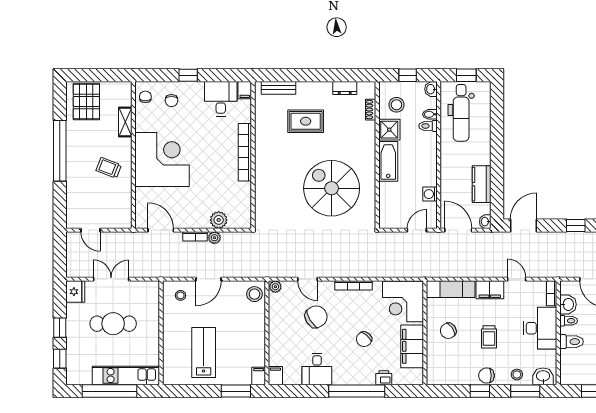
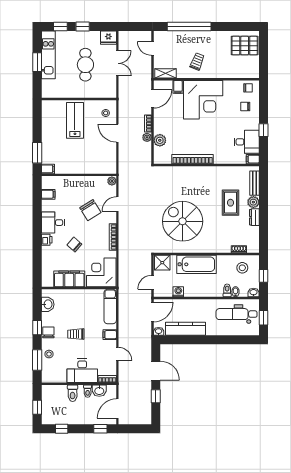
window: (188, 75) -> (264, 130), moved
dresser: (345, 88) -> (254, 217), moved
plant: (305, 89) -> (253, 202), added
shelving: (125, 122) -> (166, 73), moved
shower: (389, 130) -> (162, 263), moved
window: (60, 151) -> (189, 26), moved
bookcase: (245, 152) -> (193, 159), moved
bathtub: (388, 161) -> (196, 264), width x1.36, depth x1.36
kitchen counter: (482, 184) -> (185, 329), width x1.50
spiral stairs: (332, 188) -> (183, 221), turned -90
filing cabinet: (144, 195) -> (178, 87), added
door: (523, 225) -> (156, 371), moved
door: (90, 230) -> (153, 48), hinge flipped
door: (417, 230) -> (153, 282), swing flipped
door: (517, 279) -> (117, 354), hinge flipped
filing cabinet: (490, 290) -> (110, 335), width x0.50
stool: (254, 294) -> (107, 166), removed
chair: (448, 331) -> (80, 305), removed
lab bench: (204, 352) -> (75, 120), moved, turned -90
desk: (317, 369) -> (53, 223), moved
kitchen unit: (126, 376) -> (48, 55), moved
filing cabinet: (275, 376) -> (48, 194), moved
washbasin: (543, 376) -> (48, 304), moved
printer: (384, 378) -> (47, 240), moved
window: (109, 391) -> (37, 62), width x0.47
window: (357, 391) -> (37, 239), removed

